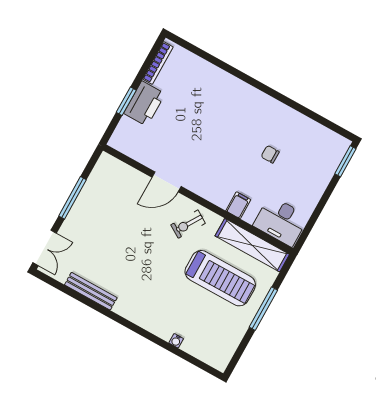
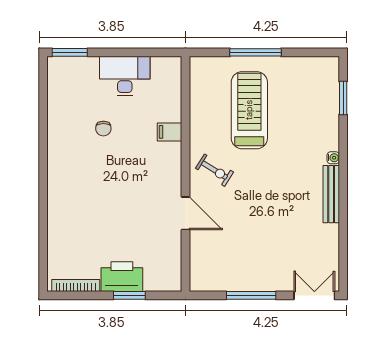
desk: (281, 221) -> (125, 76), moved, turned -90
shelving: (252, 245) -> (200, 97), removed
bench: (91, 291) -> (331, 194), moved
water cooler: (176, 341) -> (333, 158), moved
window: (189, 358) -> (343, 98), added

